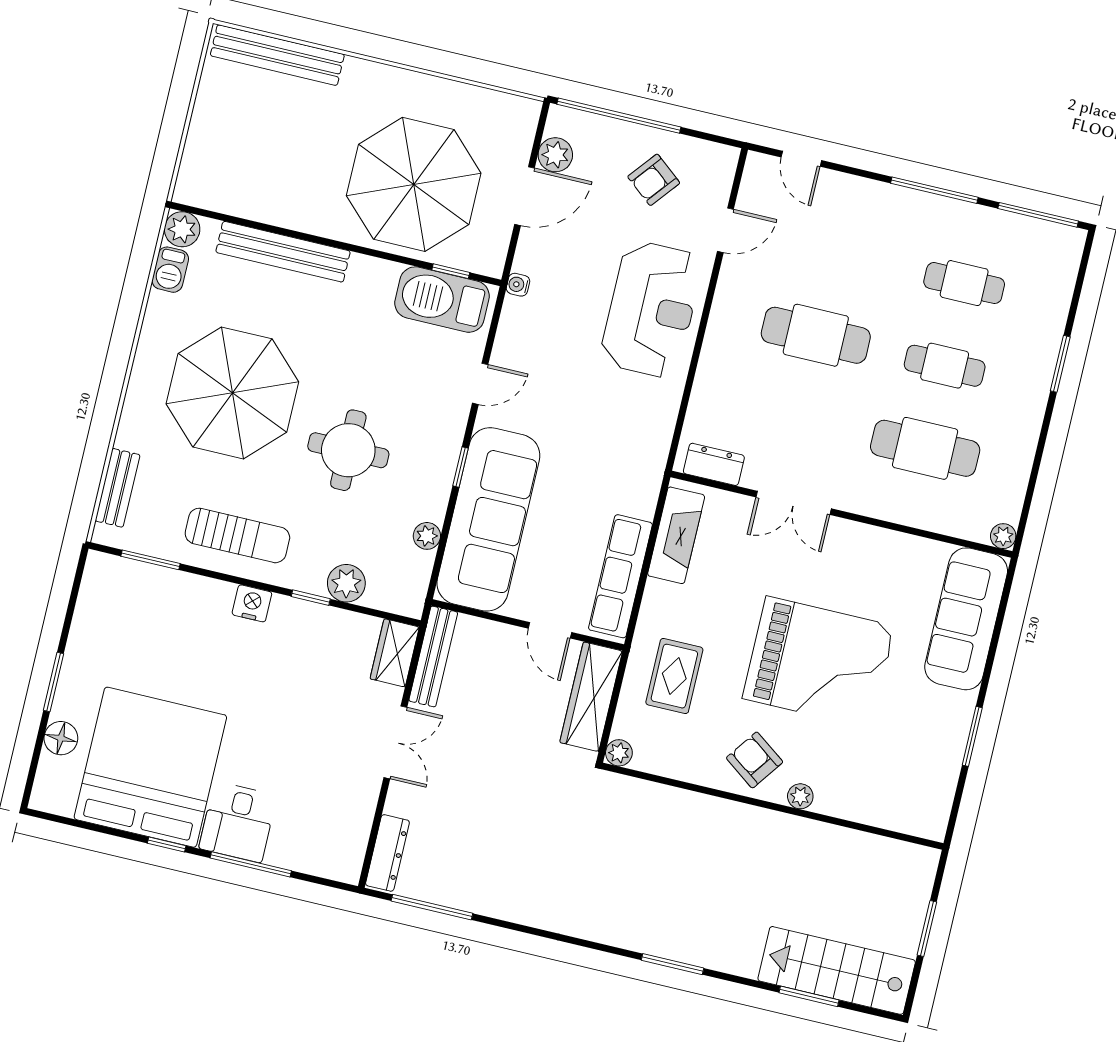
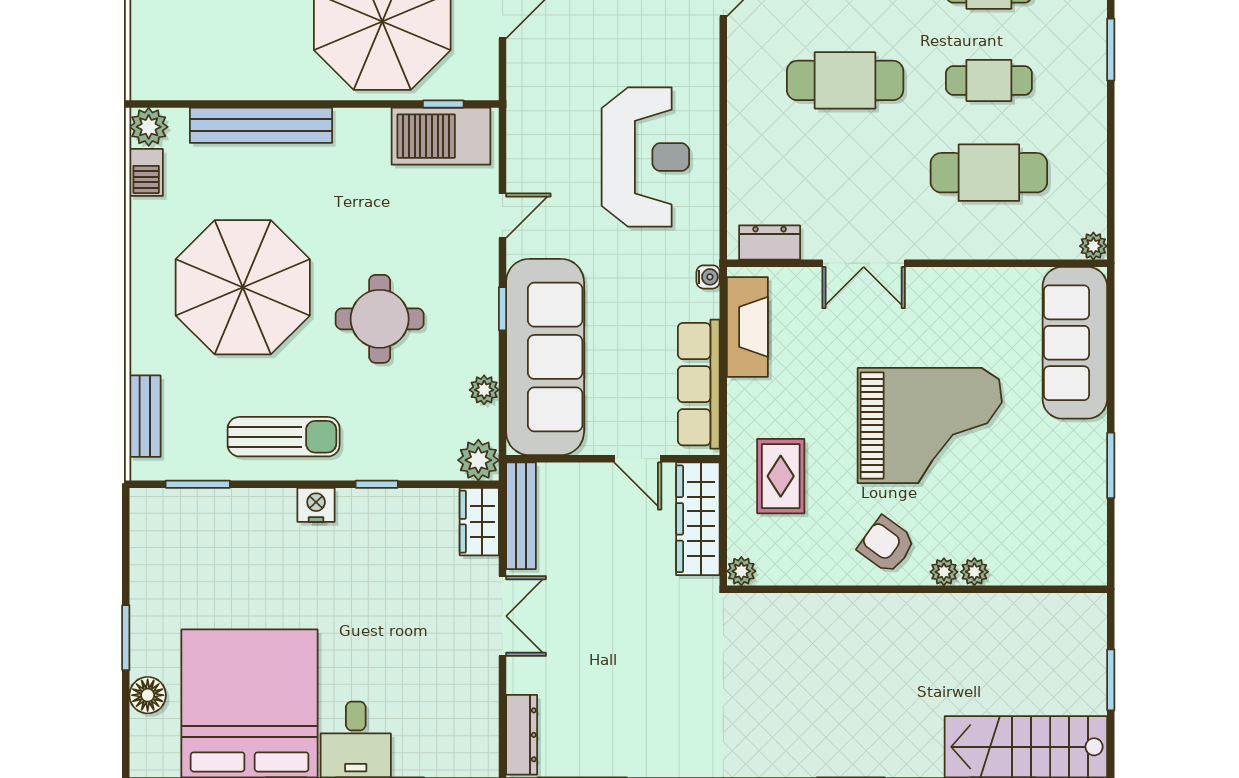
water cooler: (518, 285) -> (708, 277), moved, turned 180
reception desk: (651, 309) -> (645, 157), moved
plant: (346, 583) -> (478, 460), moved
plant: (828, 803) -> (974, 572), added

